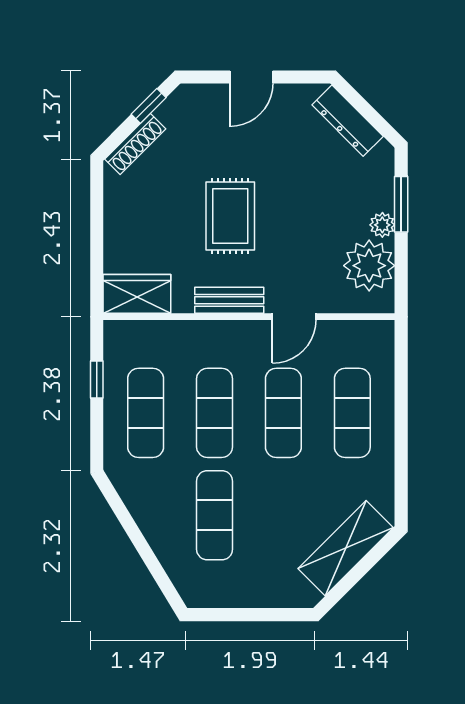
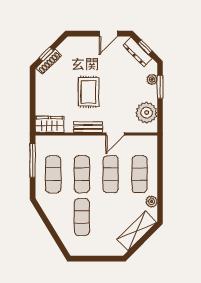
door: (251, 77) -> (108, 34), moved
window: (149, 106) -> (46, 54), moved
window: (365, 109) -> (145, 47), added
plant: (382, 225) -> (152, 80), moved
window: (97, 379) -> (33, 160), width x2.17
plant: (381, 478) -> (152, 202), added

